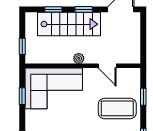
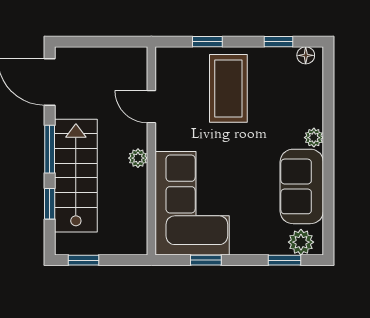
window: (84, 9) -> (50, 149), width x1.50
window: (22, 46) -> (84, 260), moved
door: (107, 66) -> (151, 107), swing flipped

